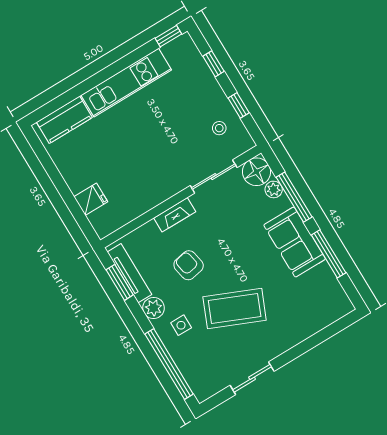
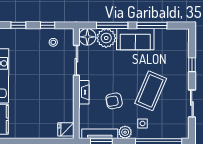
plant: (274, 189) -> (106, 38), width x1.88, depth x1.88
fridge: (91, 199) -> (66, 129), moved, turned -90
window: (307, 345) -> (192, 65), added

